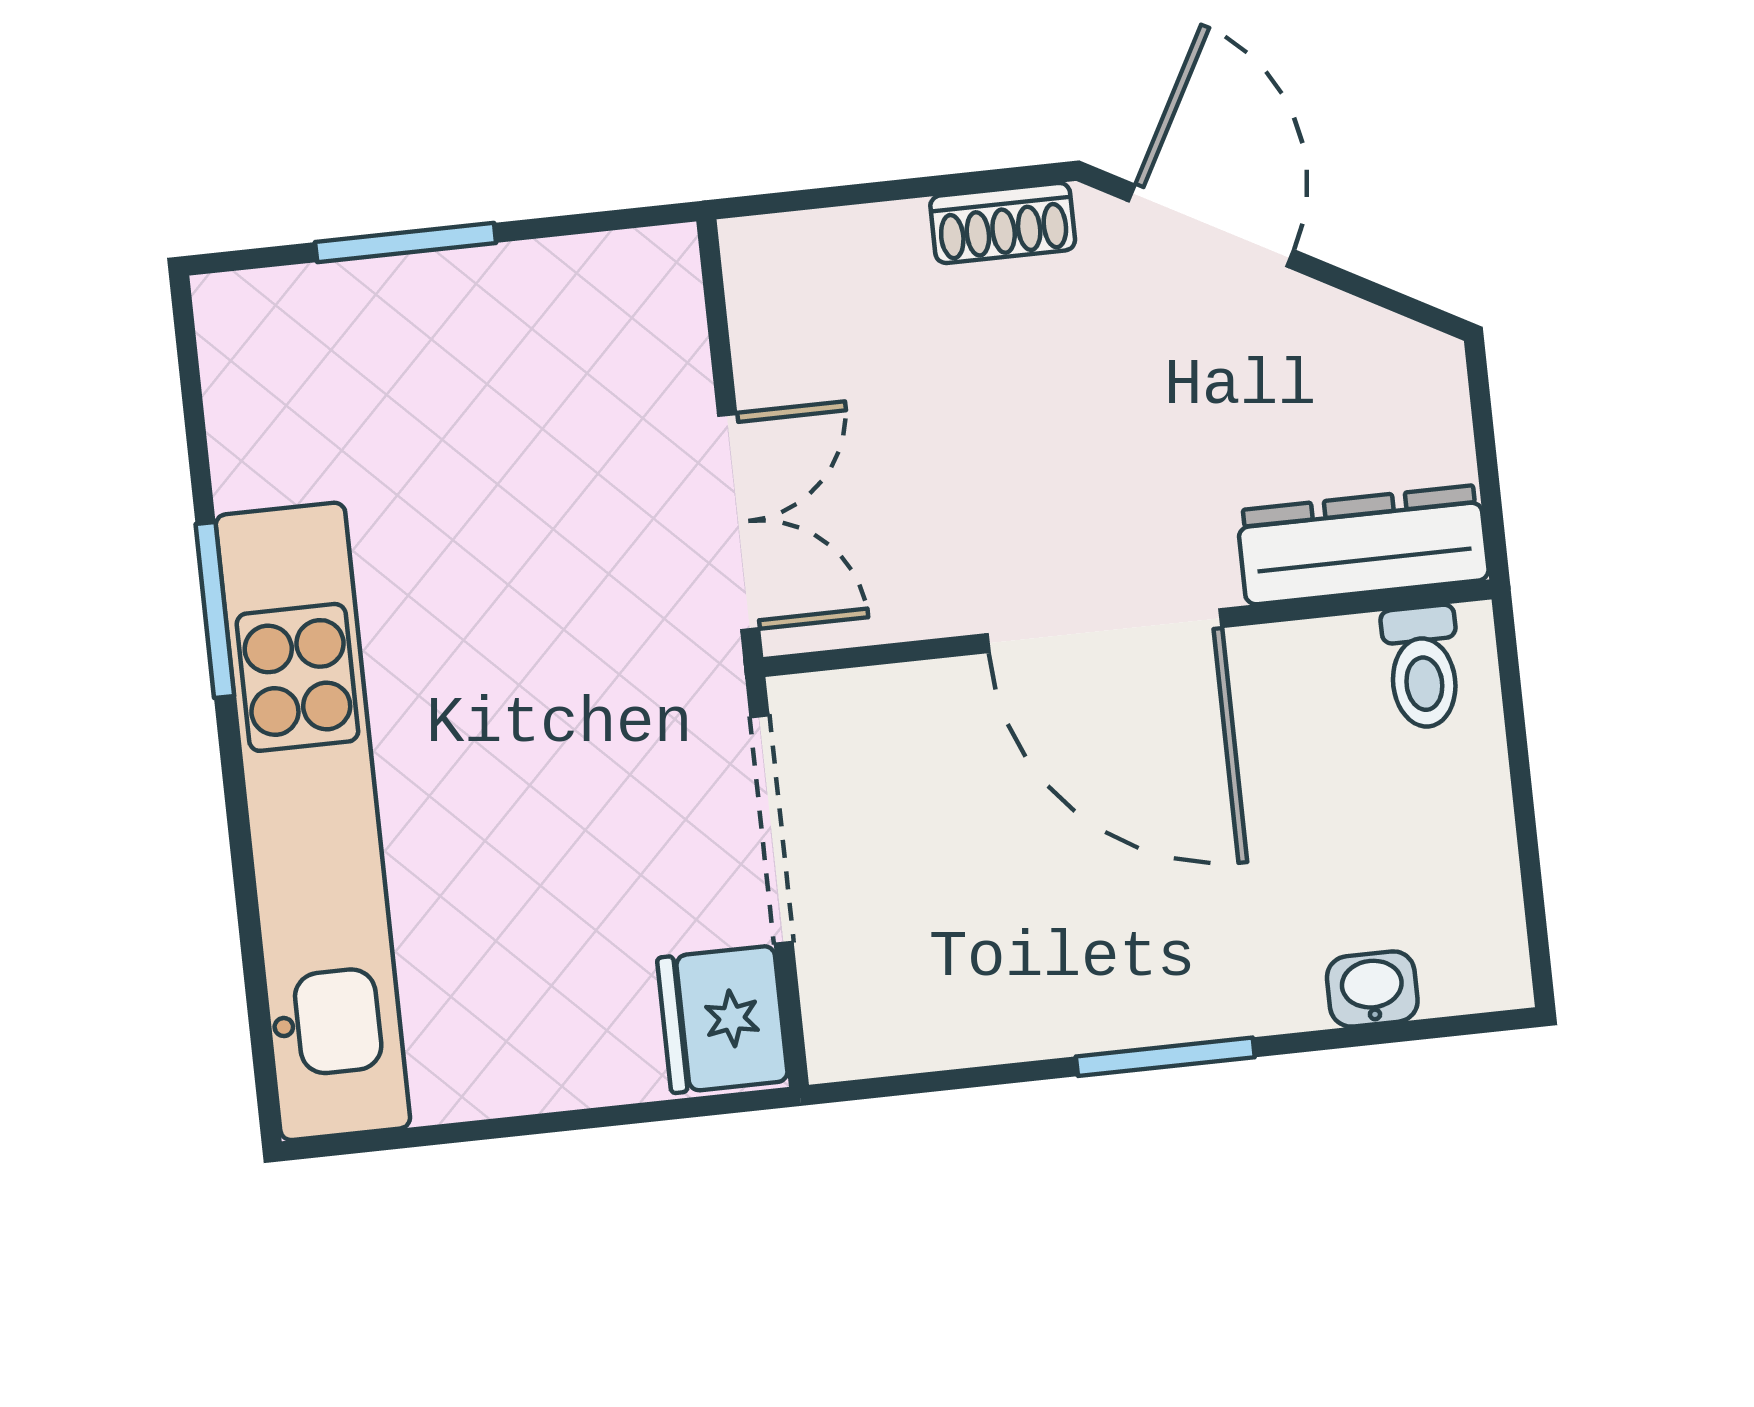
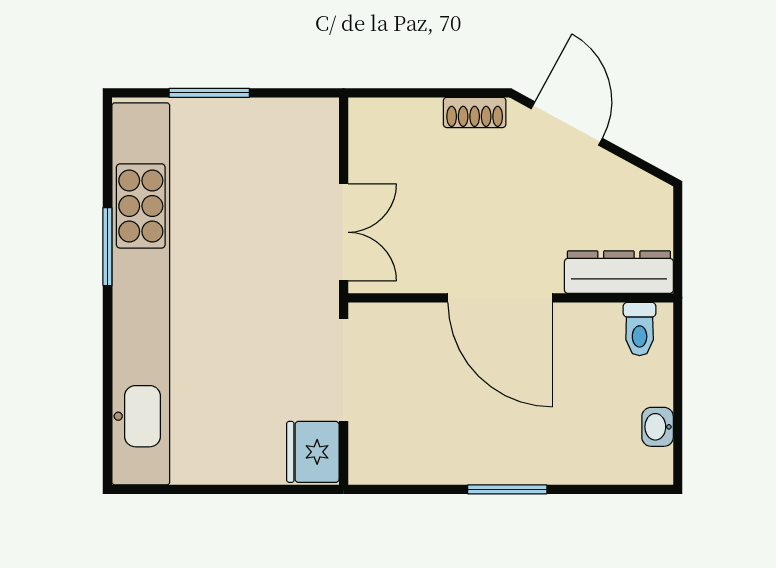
kitchen unit: (313, 821) -> (141, 294), width x1.36
washbasin: (1372, 989) -> (658, 427), moved, turned -90

